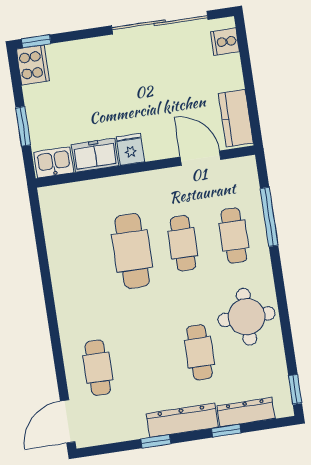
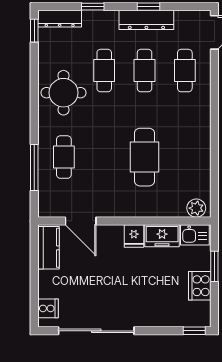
cooker: (33, 65) -> (200, 286), moved
plant: (57, 196) -> (196, 208), added
cafe table: (183, 243) -> (145, 71), moved
dresser: (246, 412) -> (60, 19), moved
dresser: (182, 420) -> (146, 20), moved

